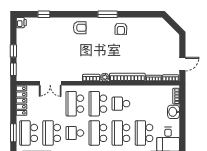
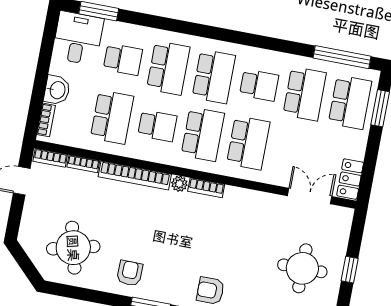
round table: (151, 36) -> (73, 248), added
round table: (37, 47) -> (302, 268), added
window: (13, 69) -> (356, 233), removed
double door: (50, 83) -> (310, 196), moved
locker: (22, 101) -> (350, 179), width x0.66
school desk: (144, 104) -> (112, 117), added
school desk: (144, 133) -> (123, 59), width x0.54

